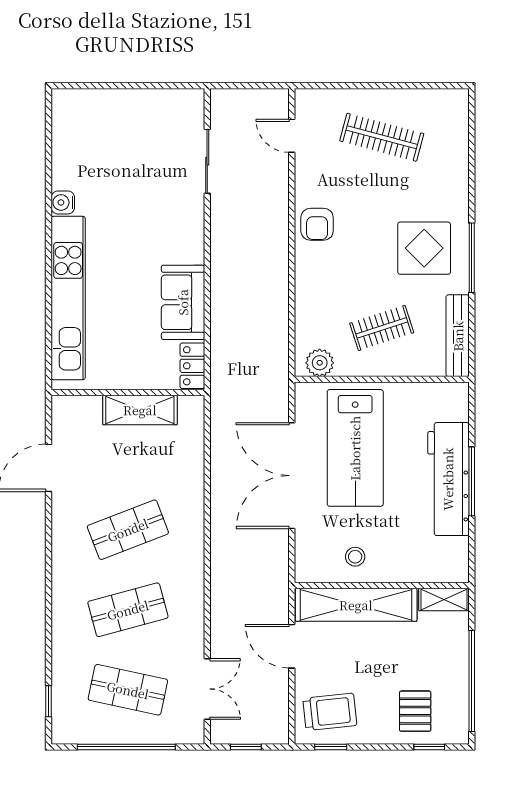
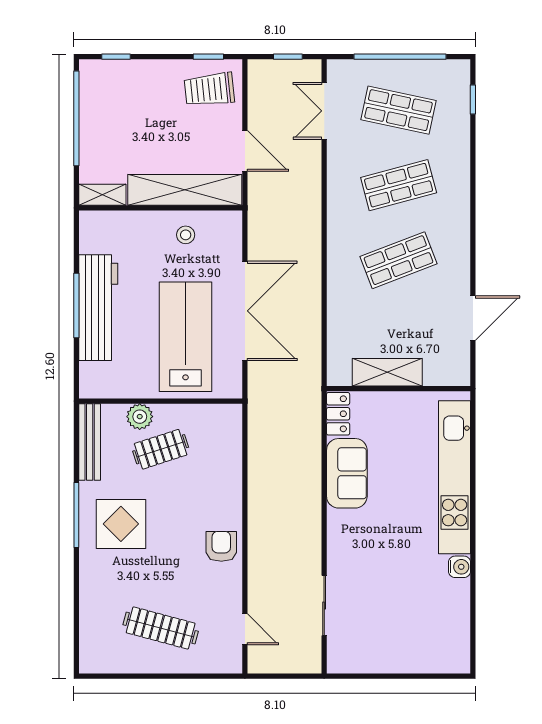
plant: (320, 363) -> (140, 417), moved
pallet: (415, 711) -> (129, 90), removed

